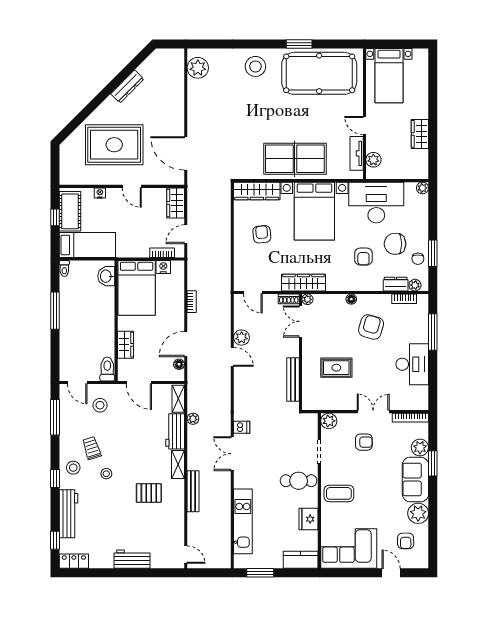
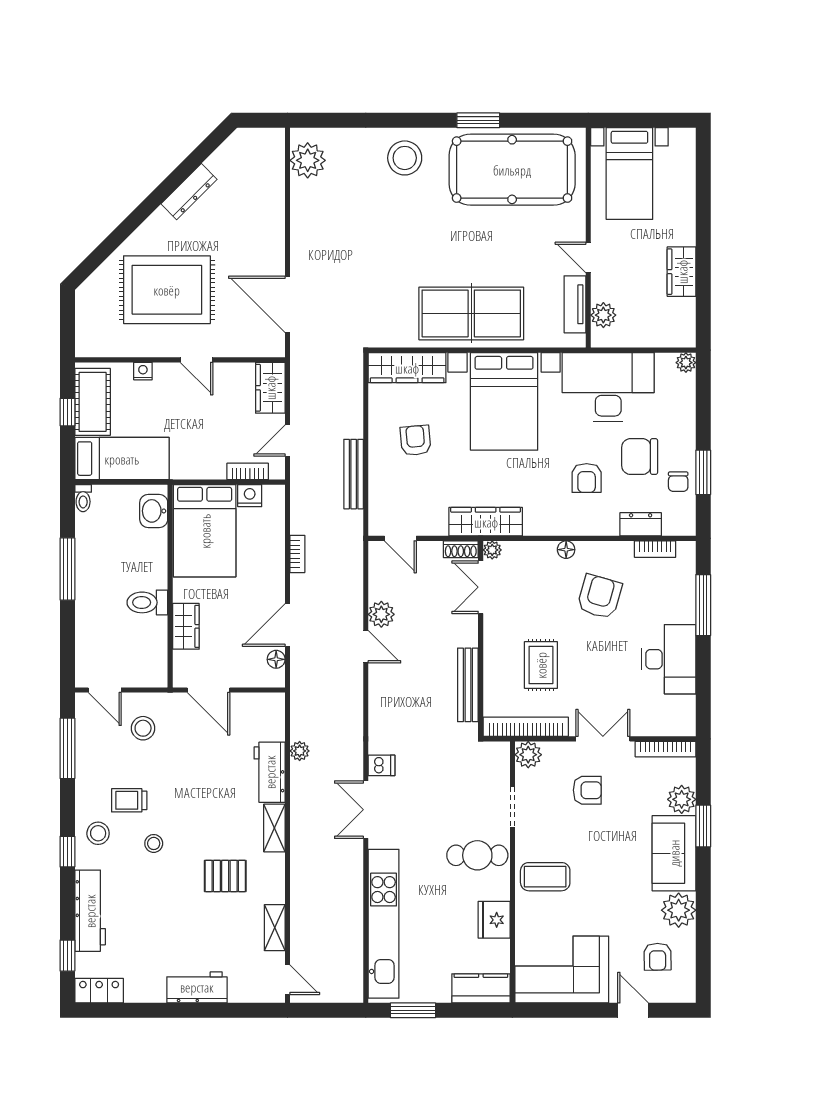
plant: (415, 285) -> (673, 526), removed
rug: (336, 368) -> (541, 665), turned 90
toilet: (107, 369) -> (147, 602), moved, turned -90
shelving: (178, 399) -> (275, 928), moved
bookcase: (327, 404) -> (526, 727), added
trolley: (92, 448) -> (129, 800), turned -72
bench: (193, 491) -> (354, 474), moved
kitchen unit: (243, 521) -> (384, 924), width x1.36

